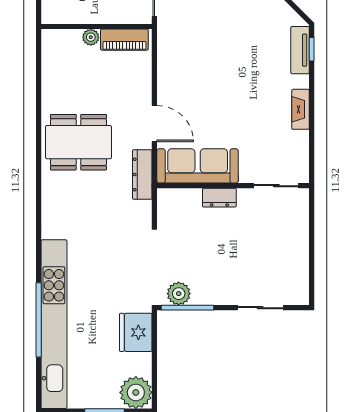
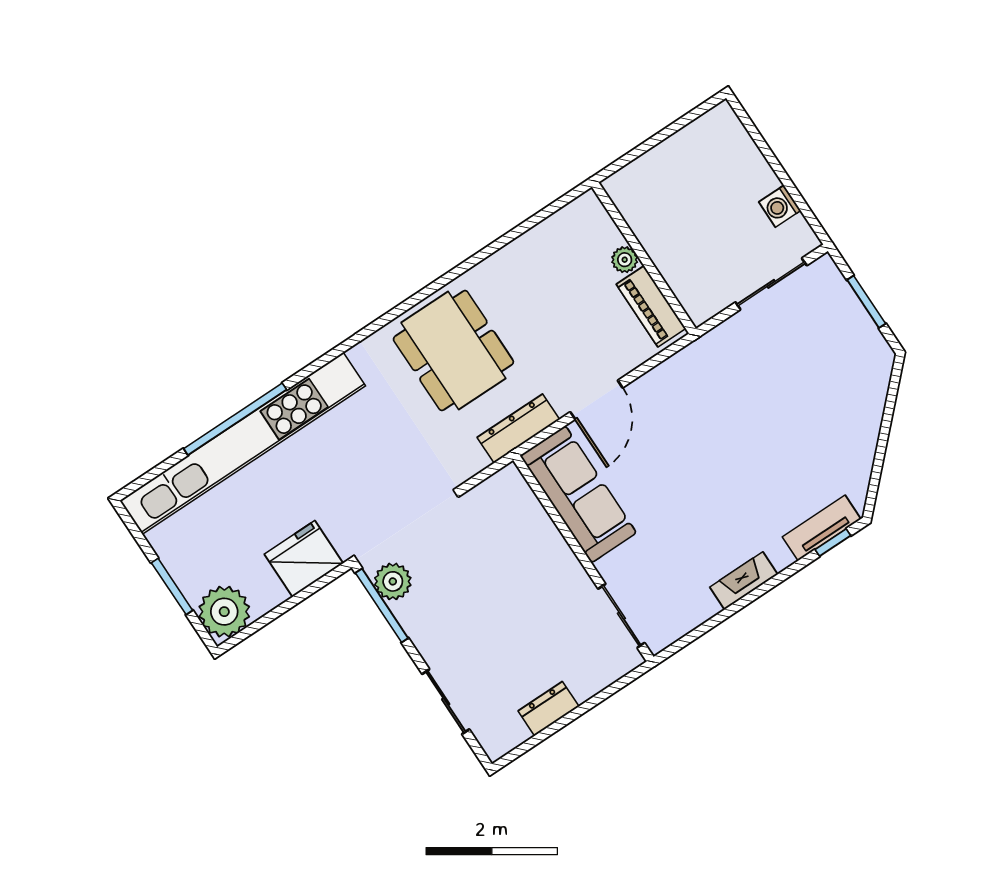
wall: (97, 26) -> (644, 258), moved
plant: (91, 37) -> (625, 260), moved
piano: (124, 40) -> (651, 306), moved
dining table: (78, 142) -> (453, 351), moved
dresser: (219, 198) -> (549, 709), moved, turned 90

